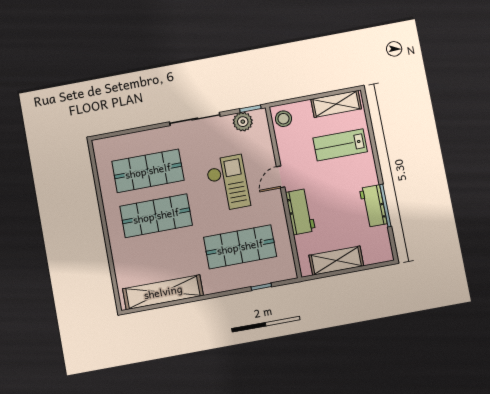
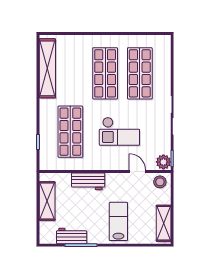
plant: (243, 122) -> (163, 162), moved
lab bench: (340, 145) -> (118, 221), moved
door: (281, 177) -> (137, 172), moved
workbench: (373, 206) -> (72, 236), moved

